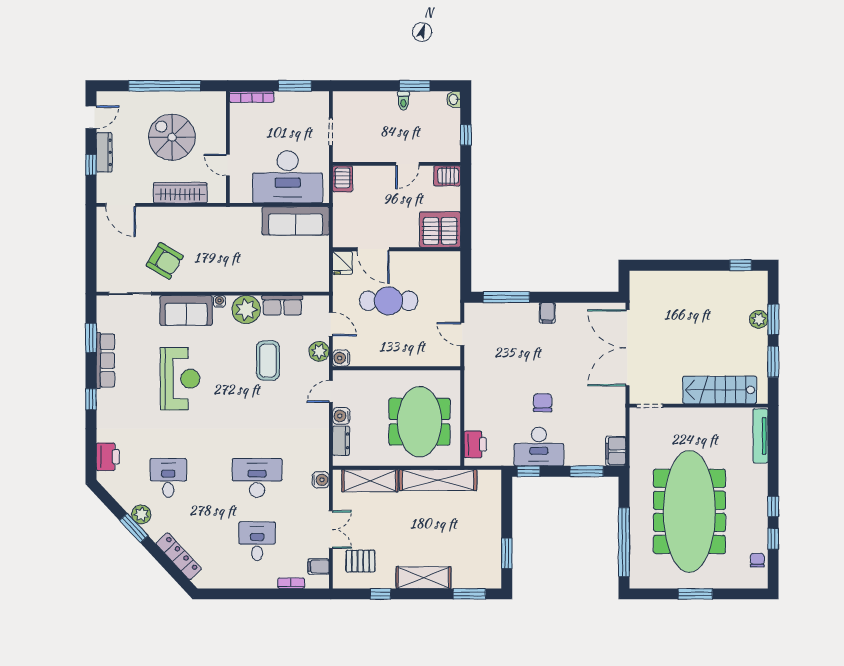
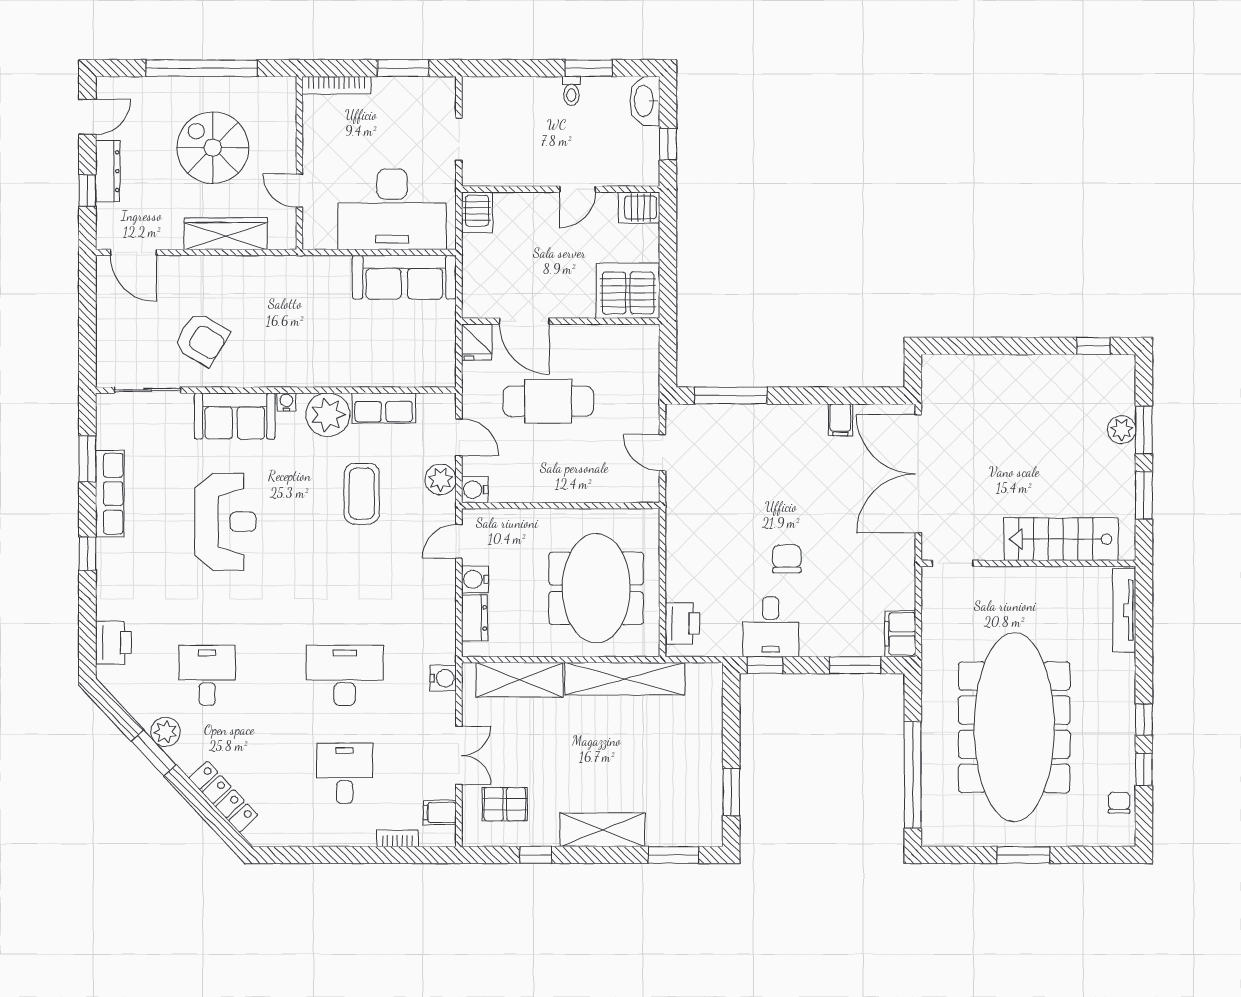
washbasin: (454, 99) -> (645, 101), width x1.91, depth x1.45
filing cabinet: (547, 313) -> (840, 420), moved
desk: (539, 447) -> (771, 627), width x0.73

